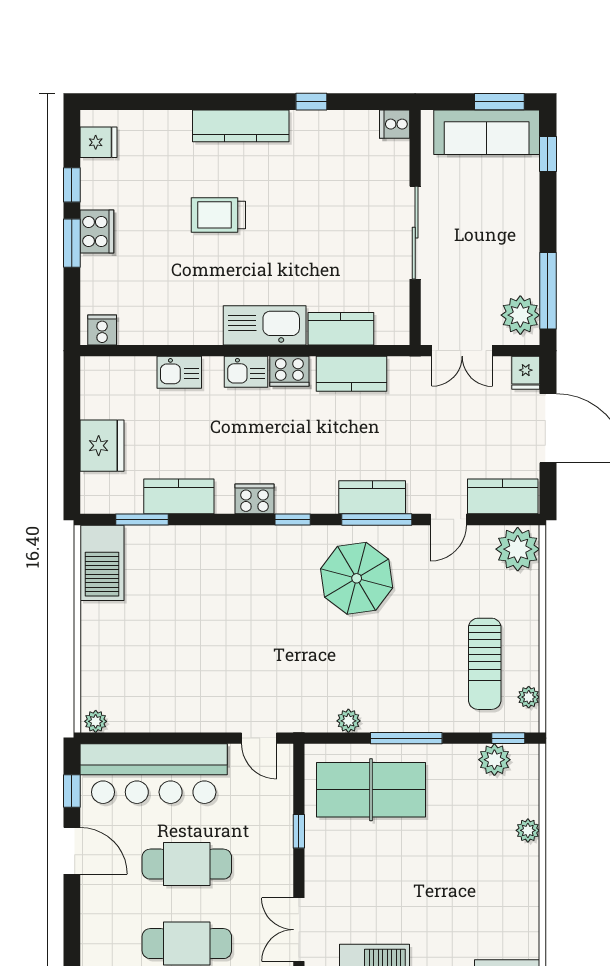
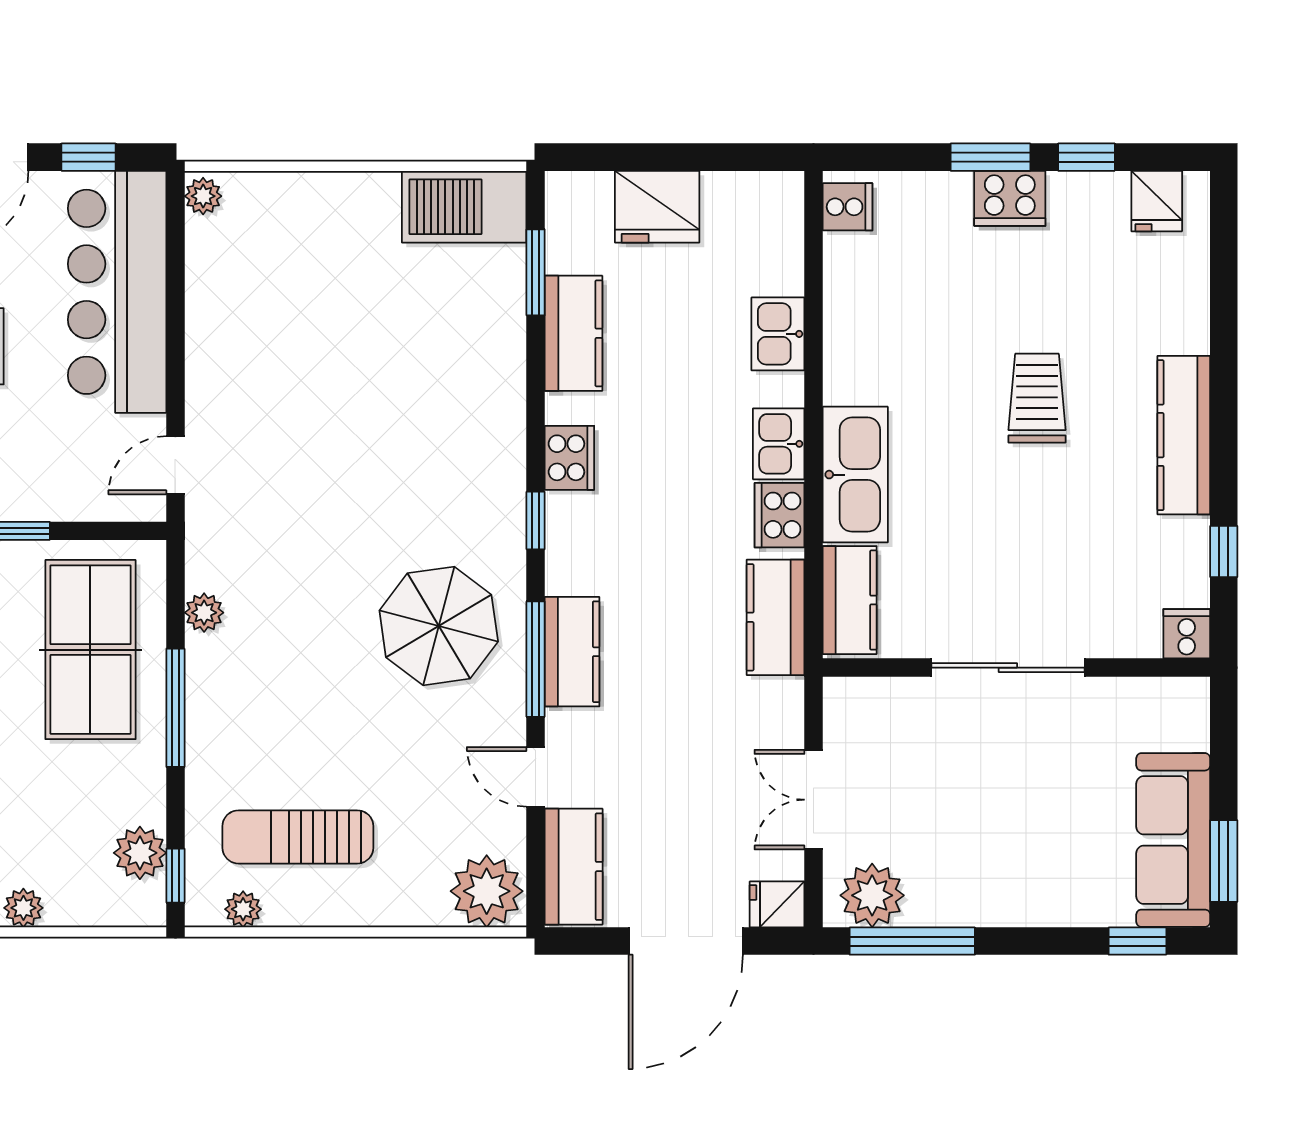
cooker: (395, 124) -> (1187, 634), moved
wall: (415, 228) -> (1016, 668), moved
sliding door: (415, 233) -> (1008, 668), moved

